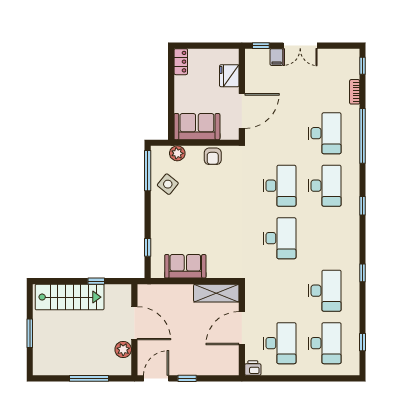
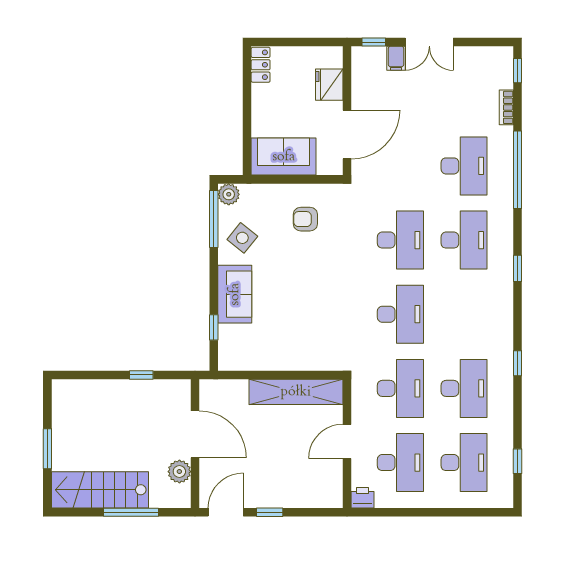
plant: (177, 153) -> (229, 194), moved
armchair: (213, 156) -> (305, 219), moved, turned 90
sofa: (185, 266) -> (235, 294), moved, turned 90
desk: (280, 291) -> (400, 388), added
shelving: (216, 293) -> (296, 392), width x1.47
stairs: (70, 297) -> (100, 490), moved, turned 180
door: (242, 328) -> (347, 441), width x0.73

